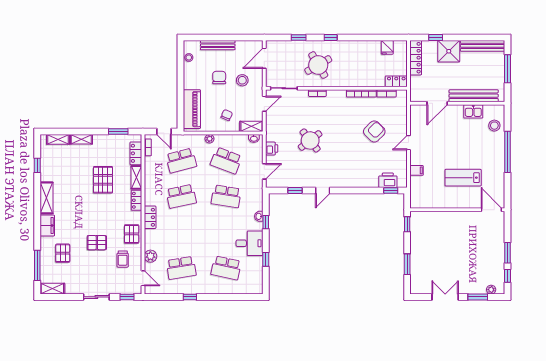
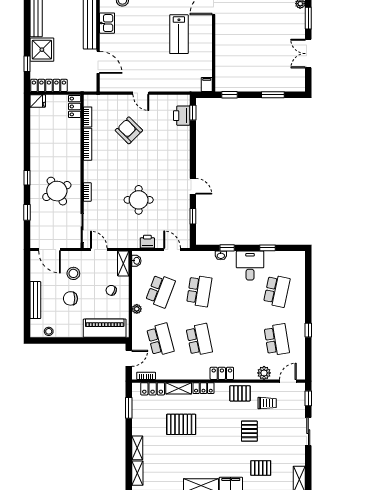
fridge: (387, 47) -> (38, 101), moved
round table: (310, 140) -> (139, 200), turned 38
filing cabinet: (417, 170) -> (207, 84), moved

